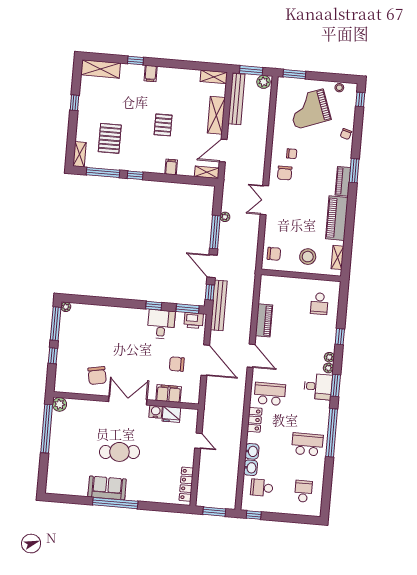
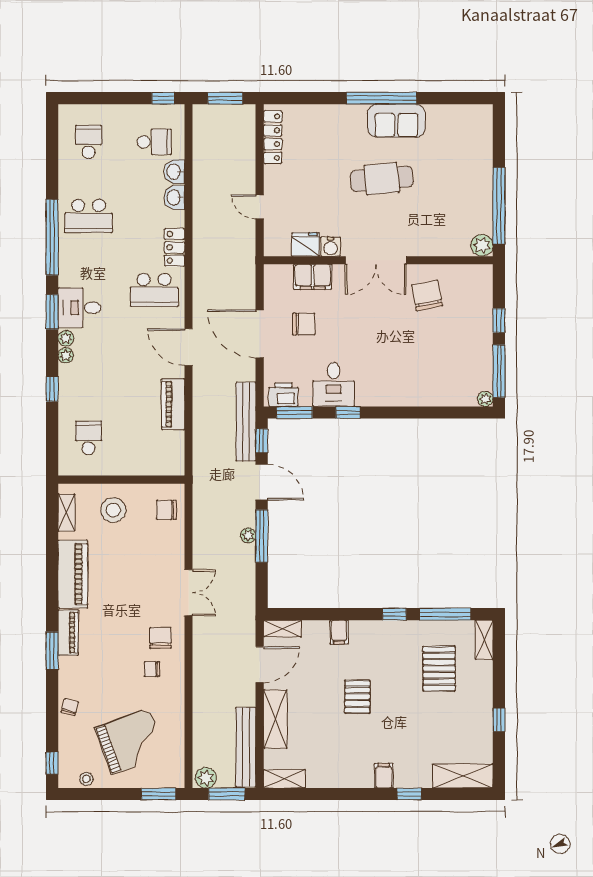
plant: (225, 217) -> (248, 535), moved
school desk: (303, 491) -> (89, 142), turned 180

